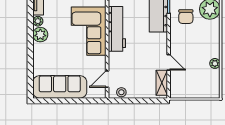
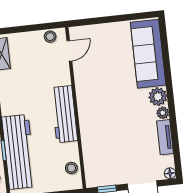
corner sofa: (89, 31) -> (99, 107), removed
sofa: (60, 87) -> (148, 54), moved, turned 90

